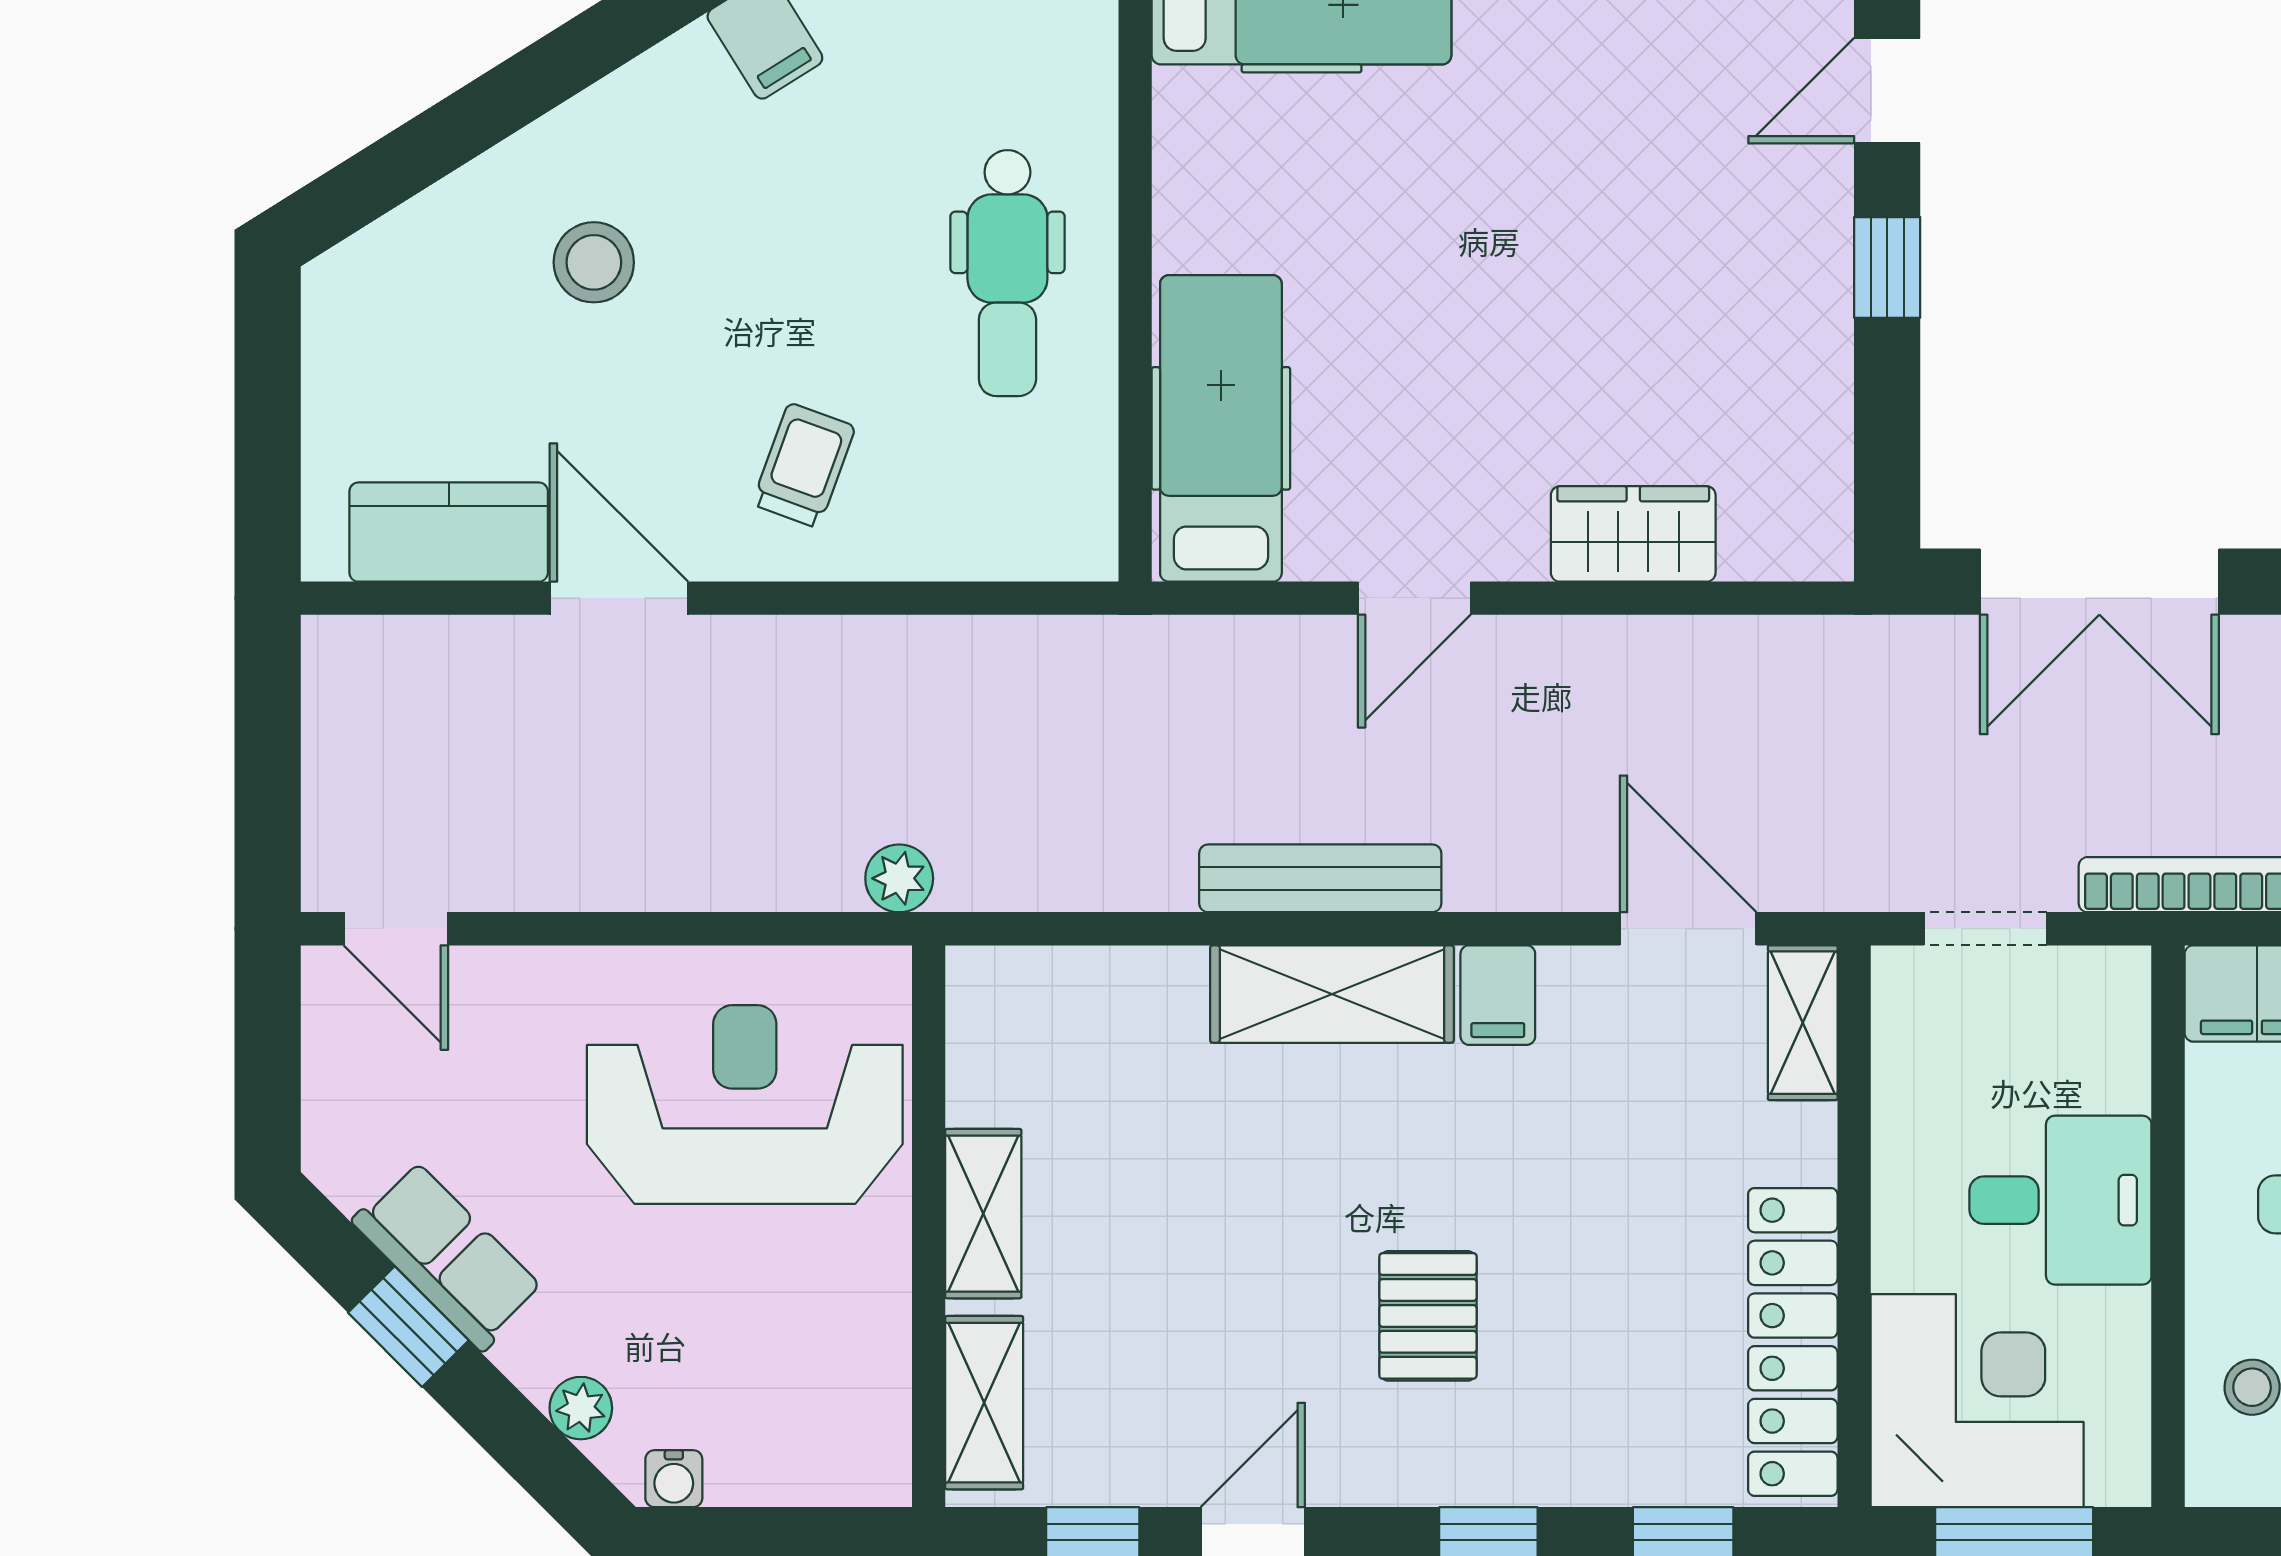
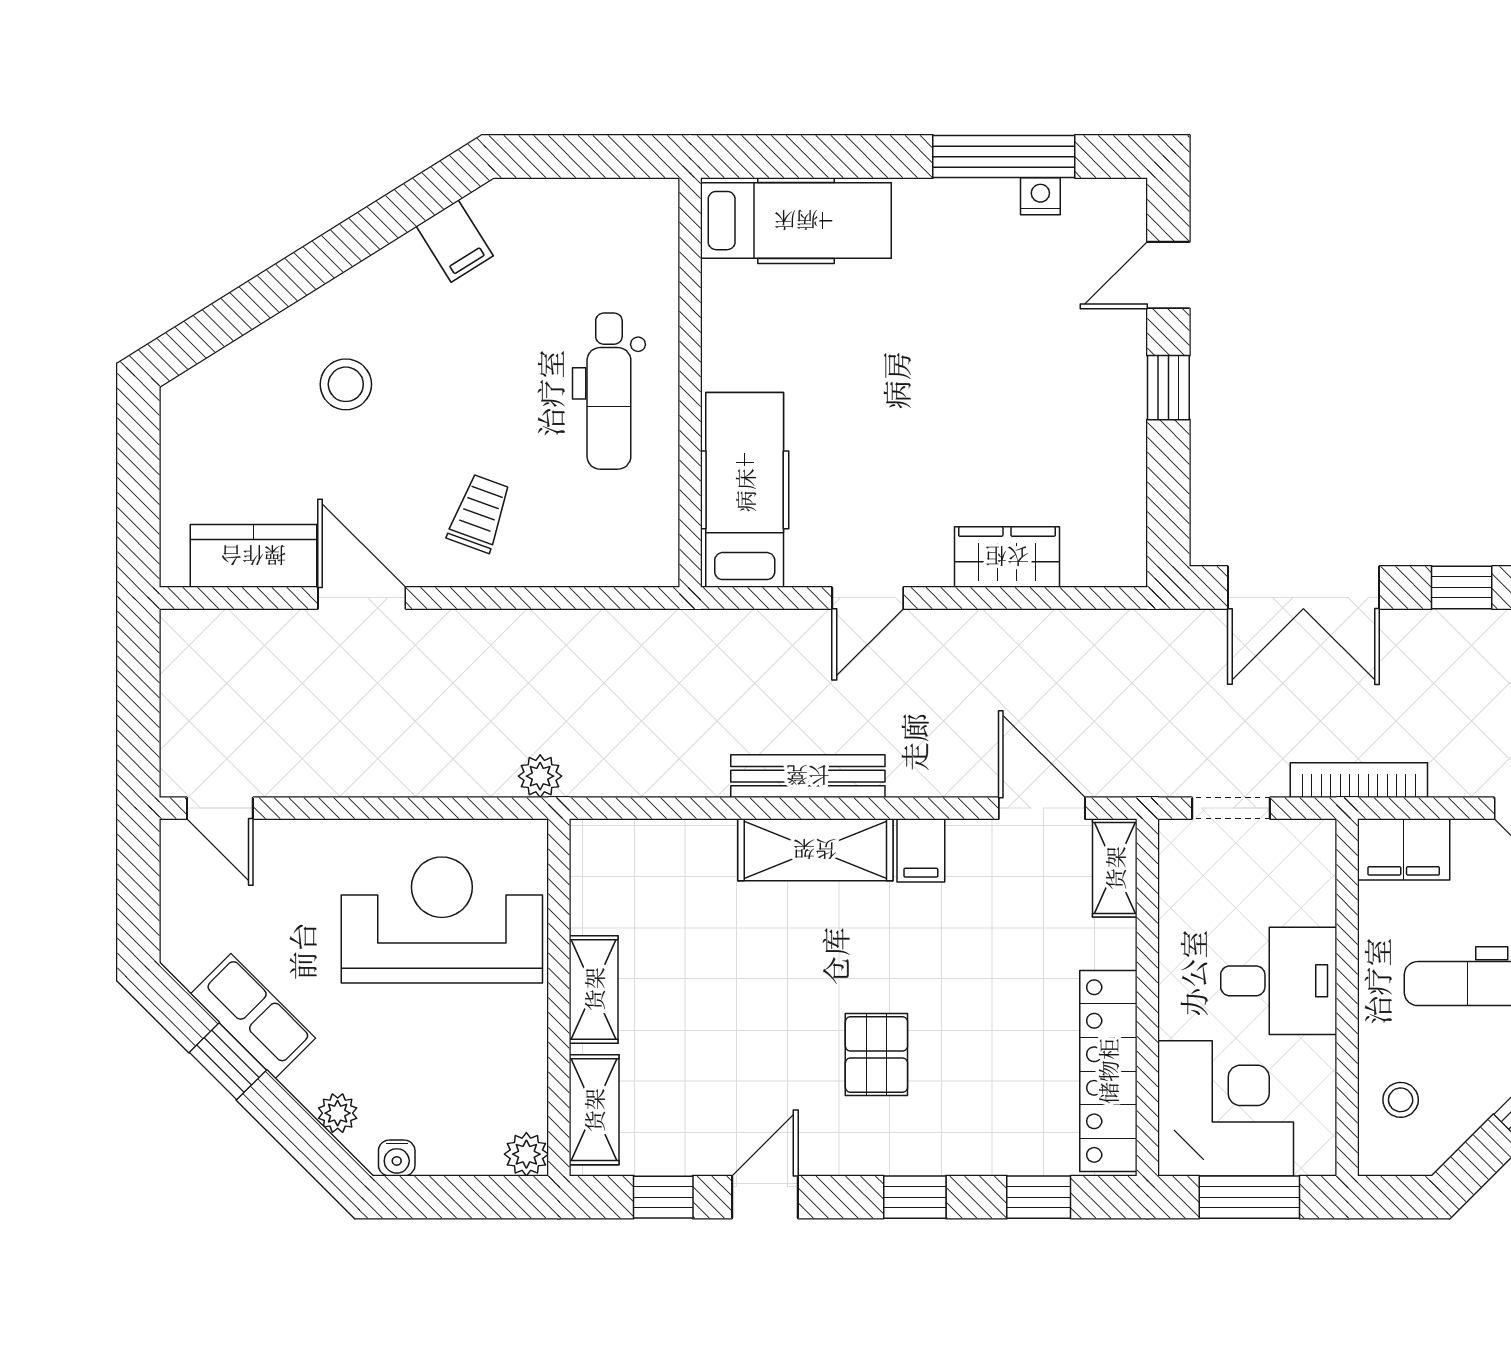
plant: (878, 1473) -> (526, 1154), added

